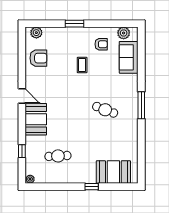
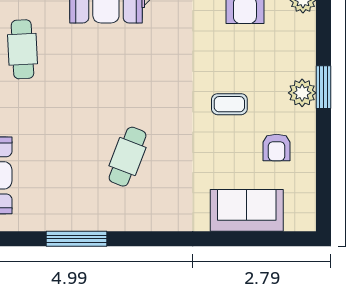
plant: (124, 33) -> (302, 93), moved
window: (141, 105) -> (77, 239), moved

